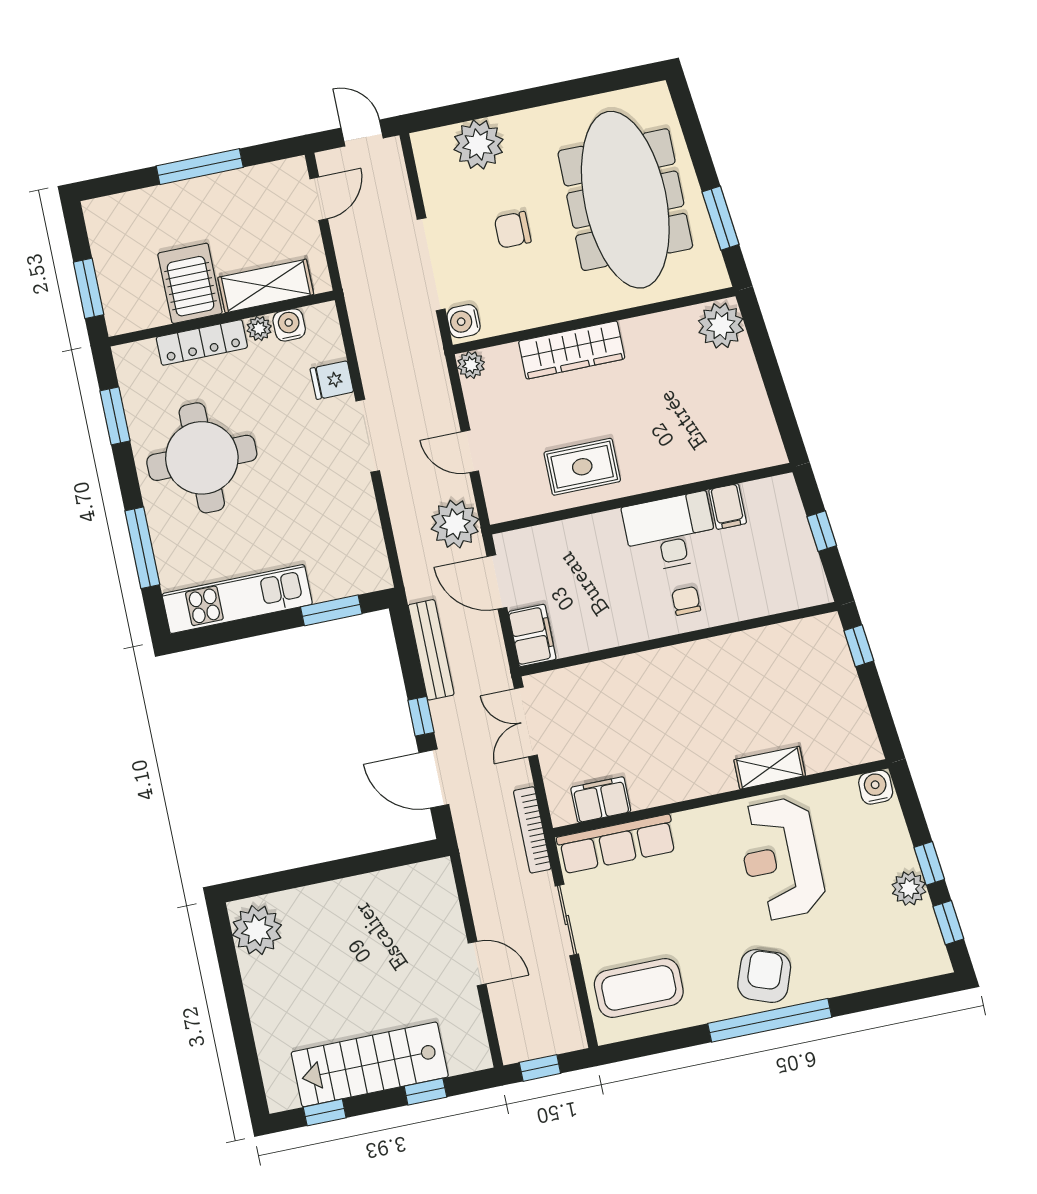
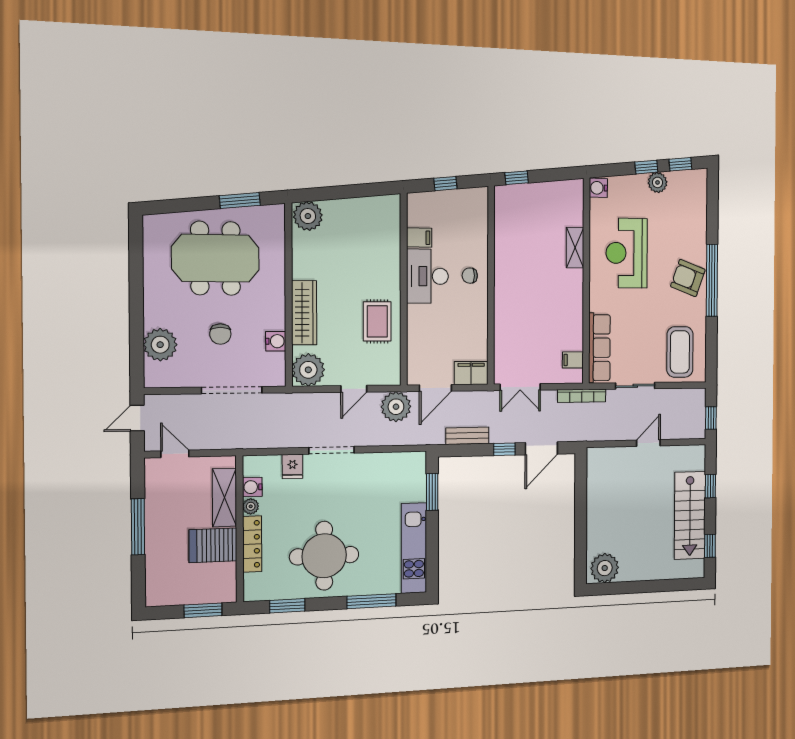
meeting table: (625, 200) -> (215, 258), width x0.73
water cooler: (464, 321) -> (276, 341), moved, turned -90
plant: (471, 365) -> (308, 370), width x1.87, depth x1.87
bench: (431, 650) -> (467, 436), width x0.73
filing cabinet: (601, 800) -> (573, 360), width x0.50
reception desk: (781, 859) -> (627, 253), turned 90

